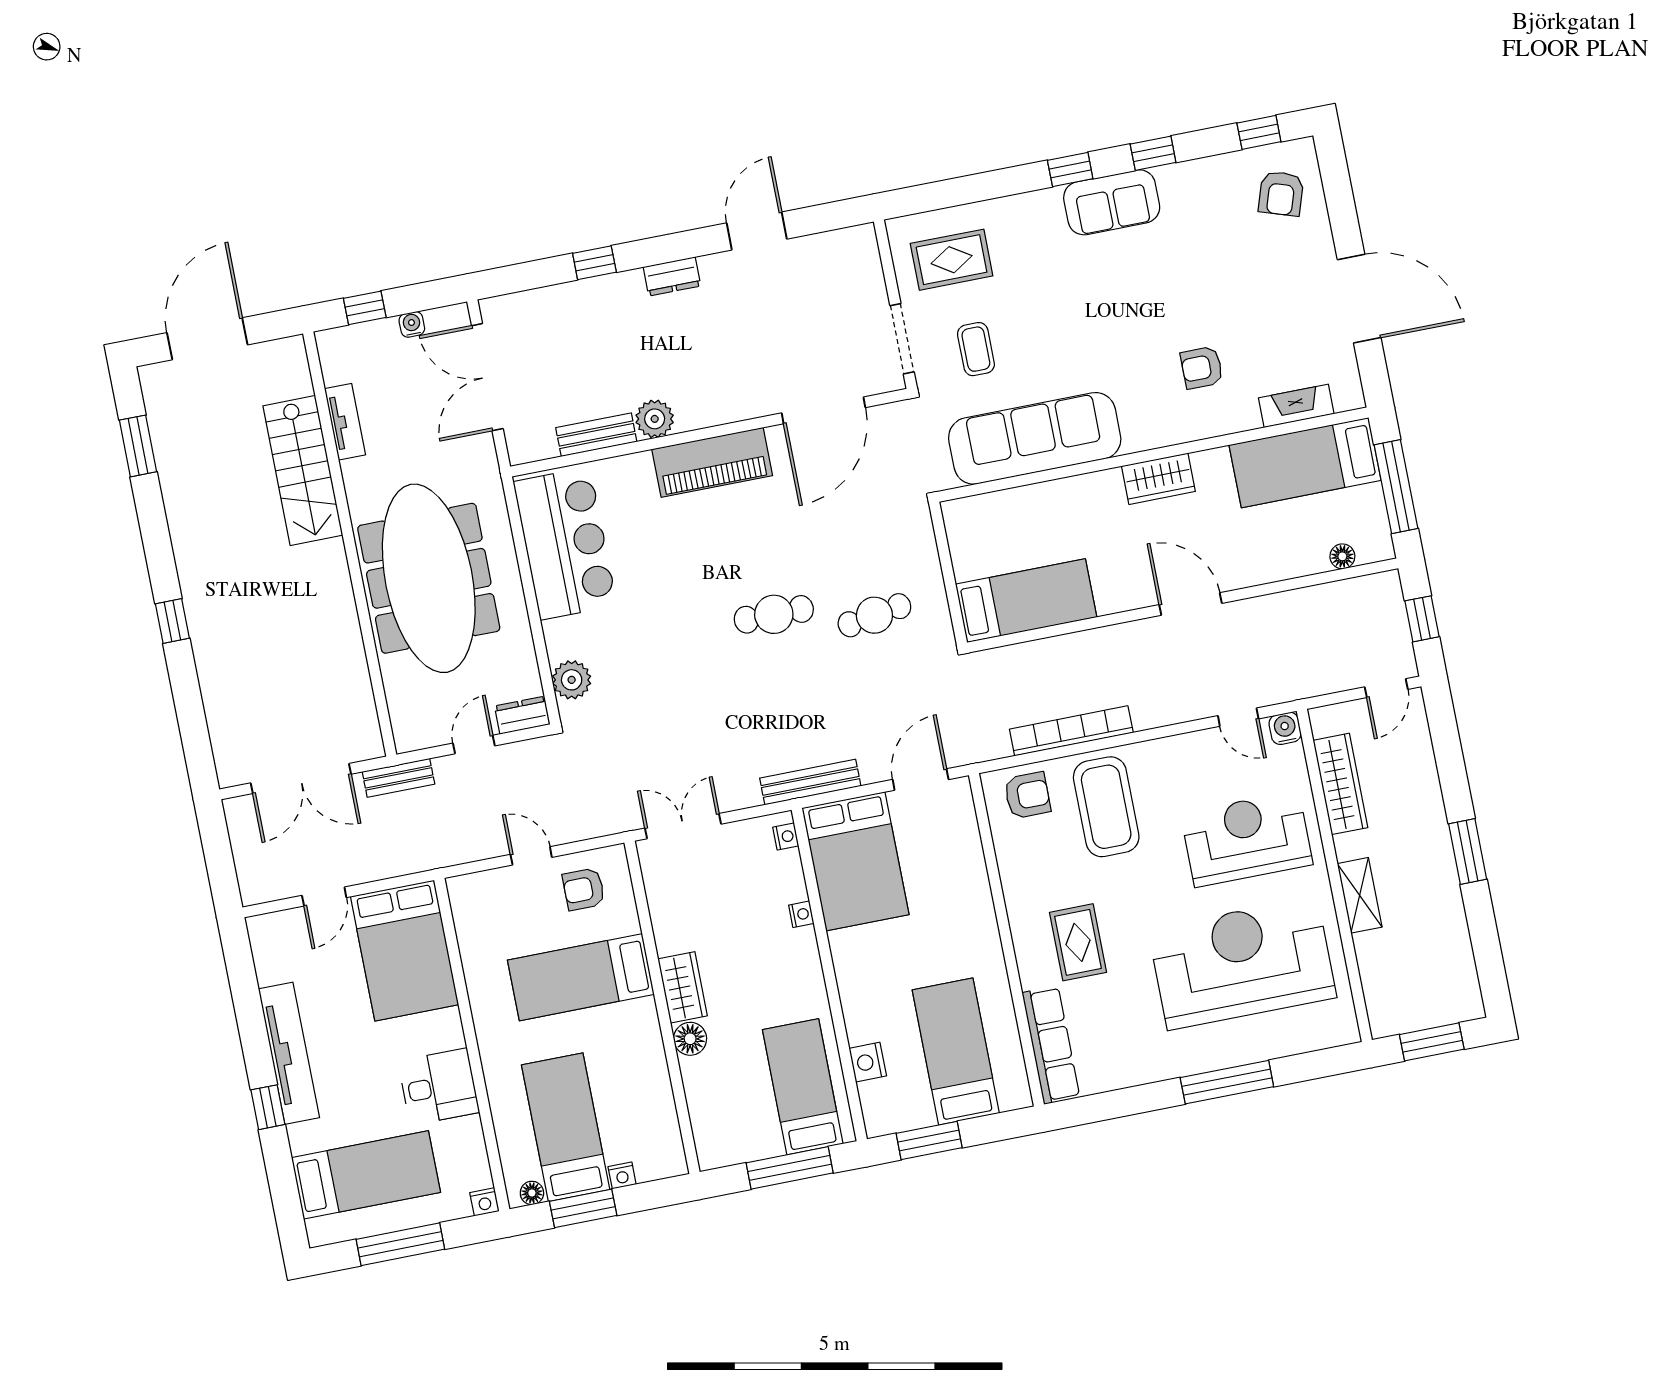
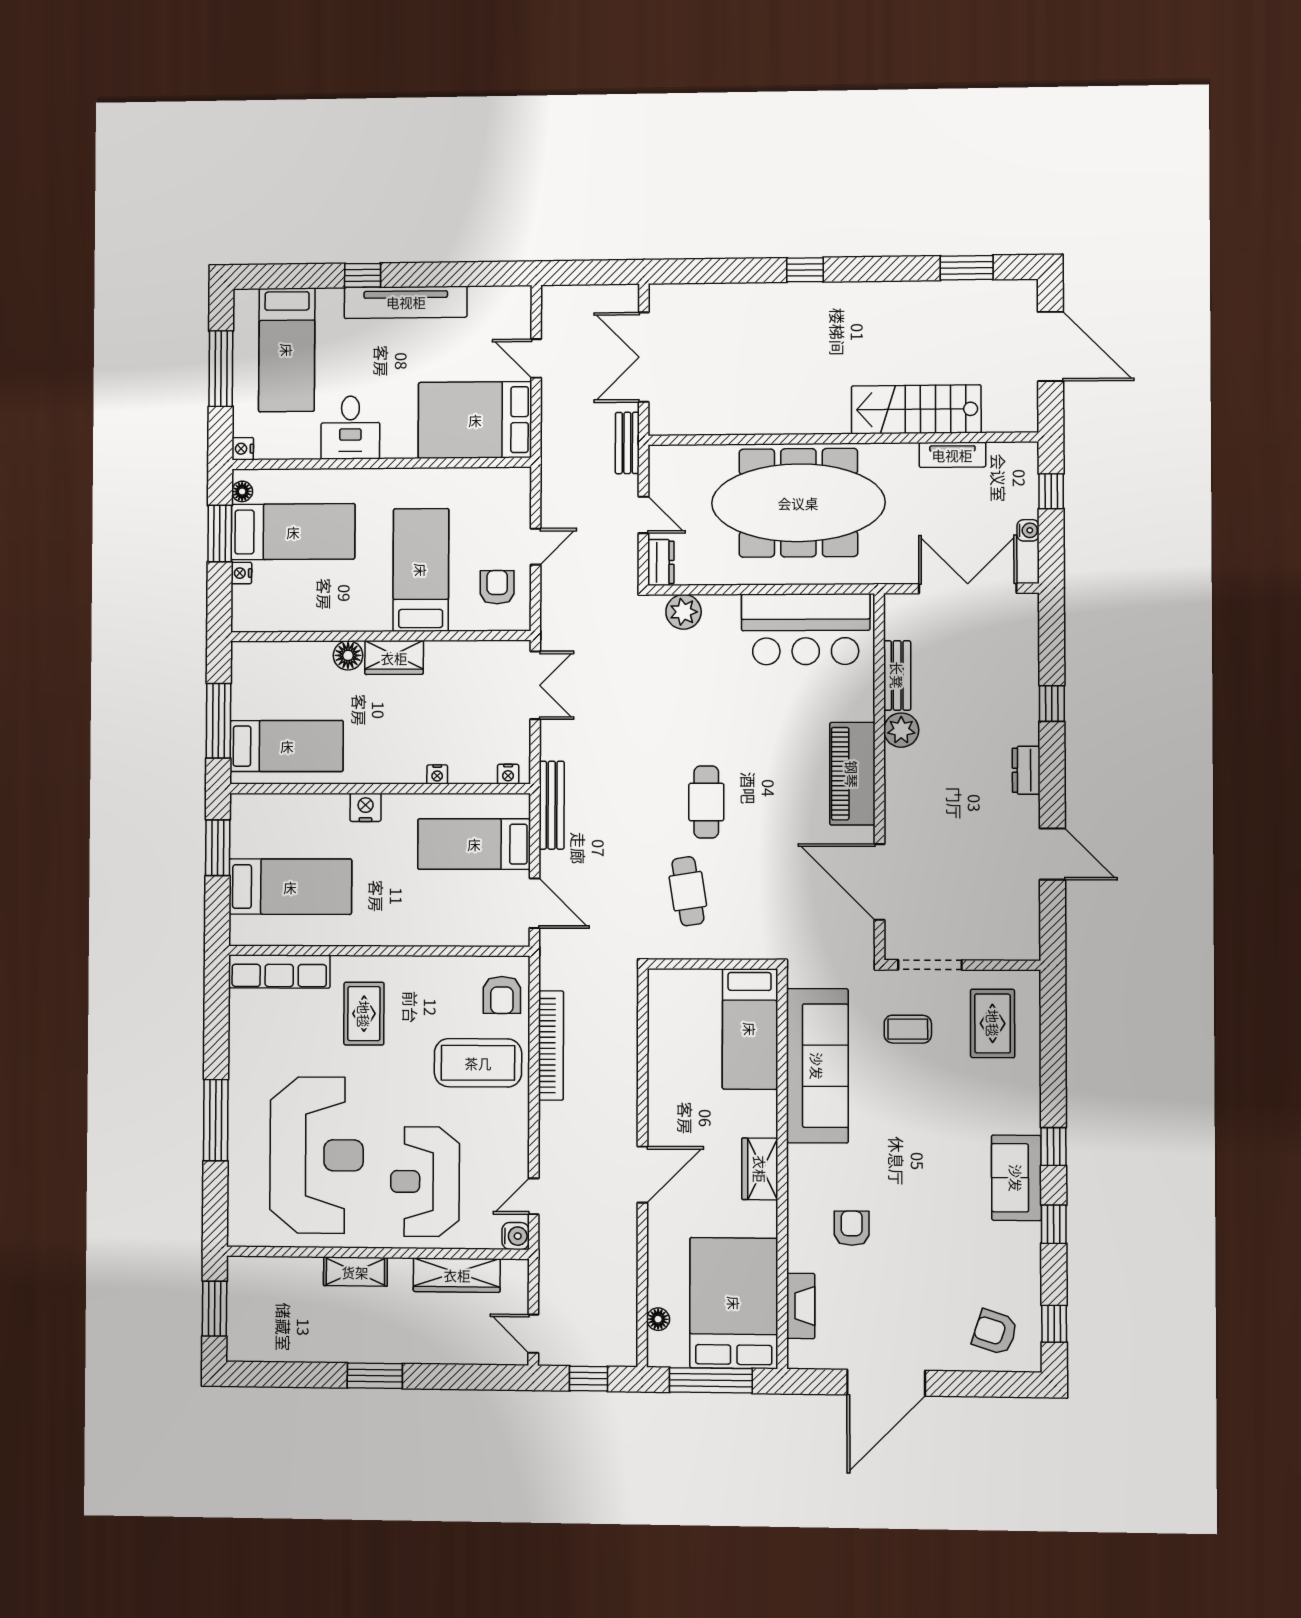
bed: (1305, 463) -> (734, 1303), width x1.50
bed: (1026, 601) -> (750, 1029), moved
reception desk: (1247, 839) -> (425, 1182), turned 180
bed: (856, 861) -> (474, 844), width x0.67
rug: (1078, 942) -> (364, 1014), turned 90
nightstand: (868, 1062) -> (366, 807), moved

